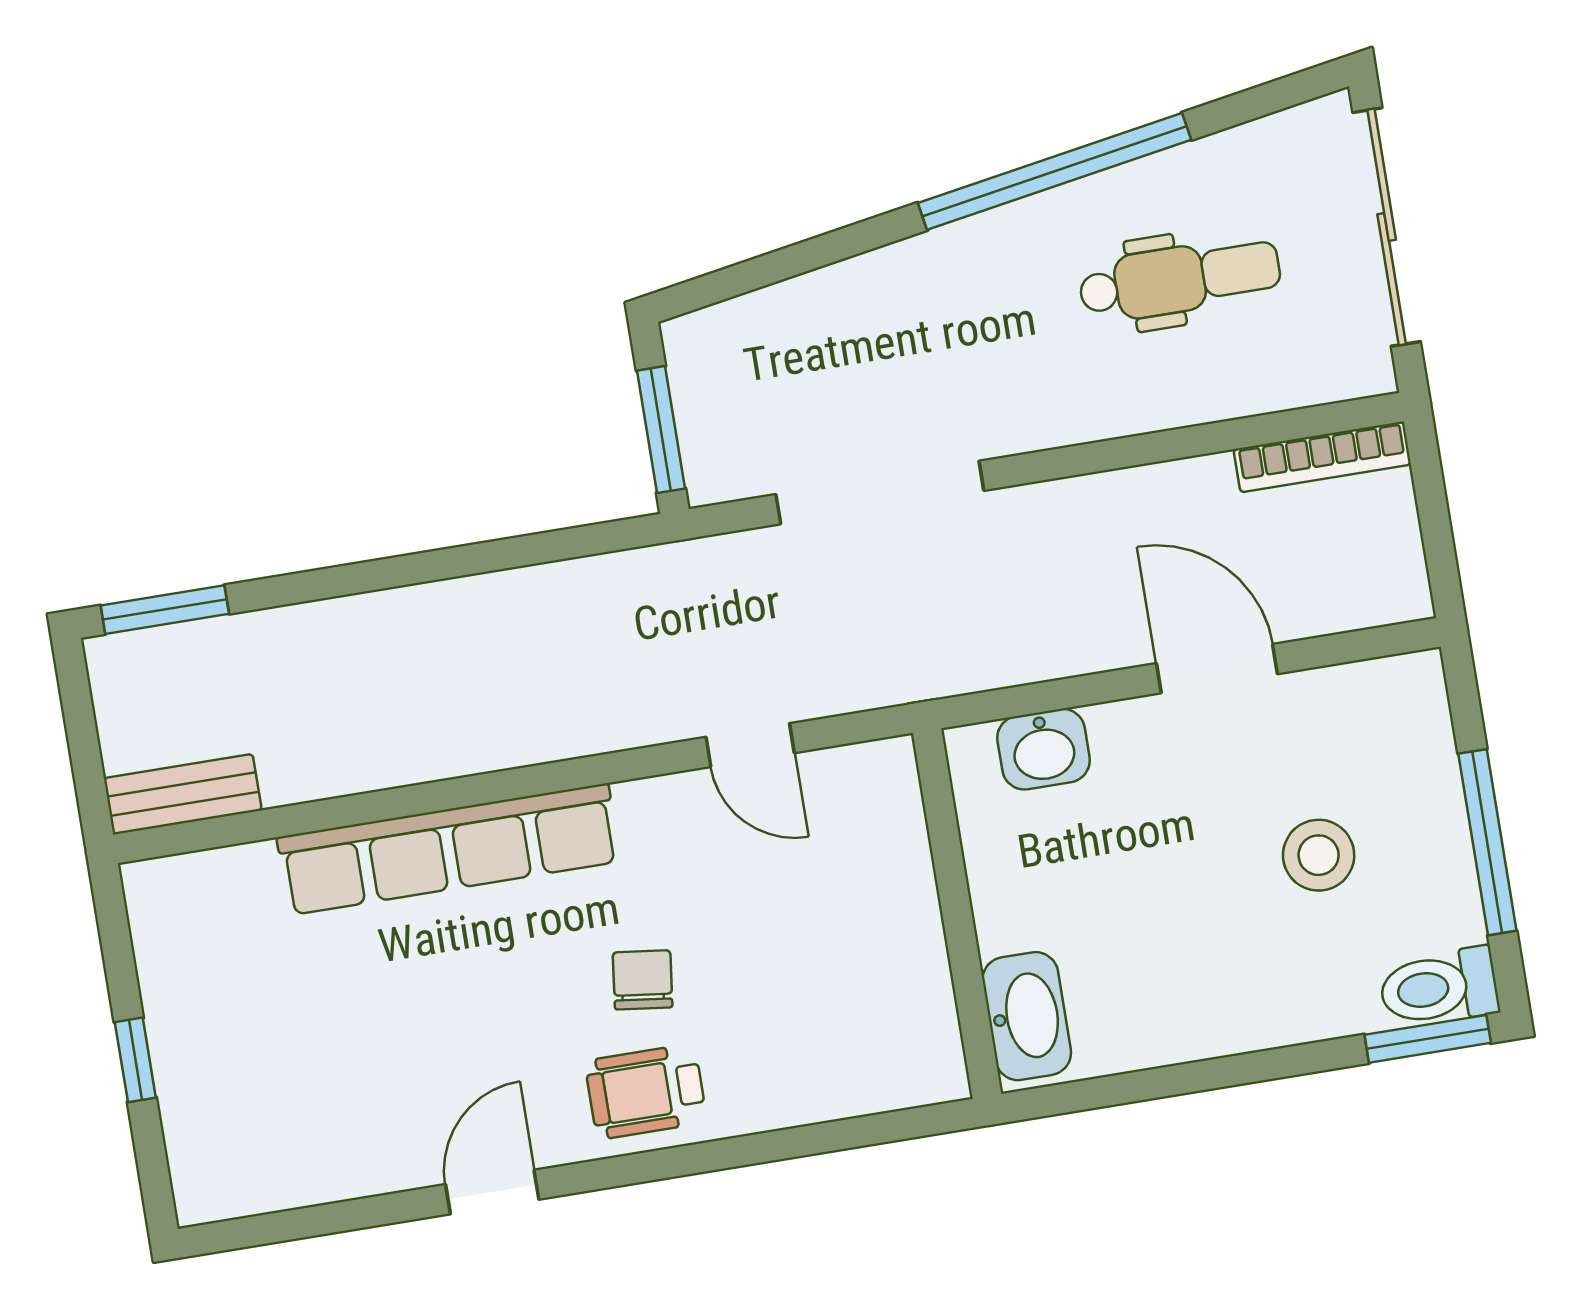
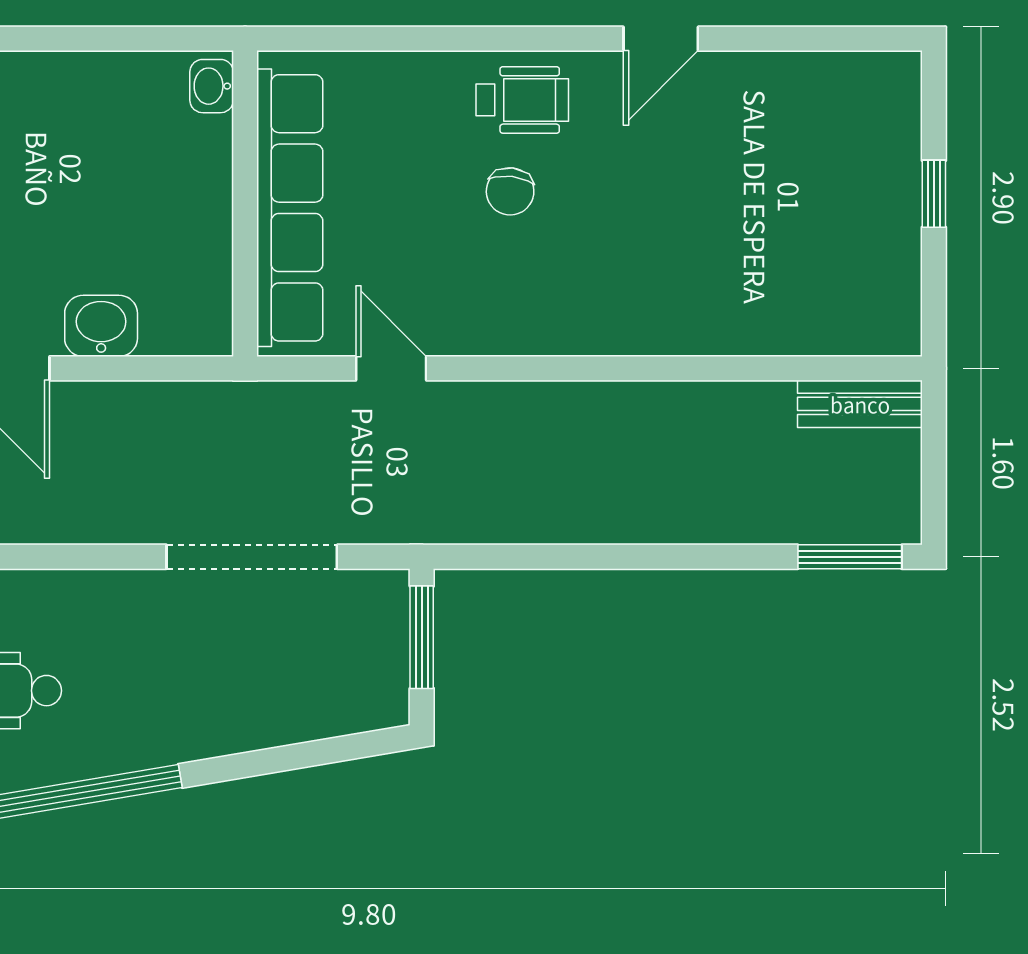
washbasin: (1044, 749) -> (101, 326), moved
row of seats: (449, 849) -> (290, 208), moved, turned 90
washbasin: (1027, 1016) -> (212, 86), width x0.52, depth x0.69

